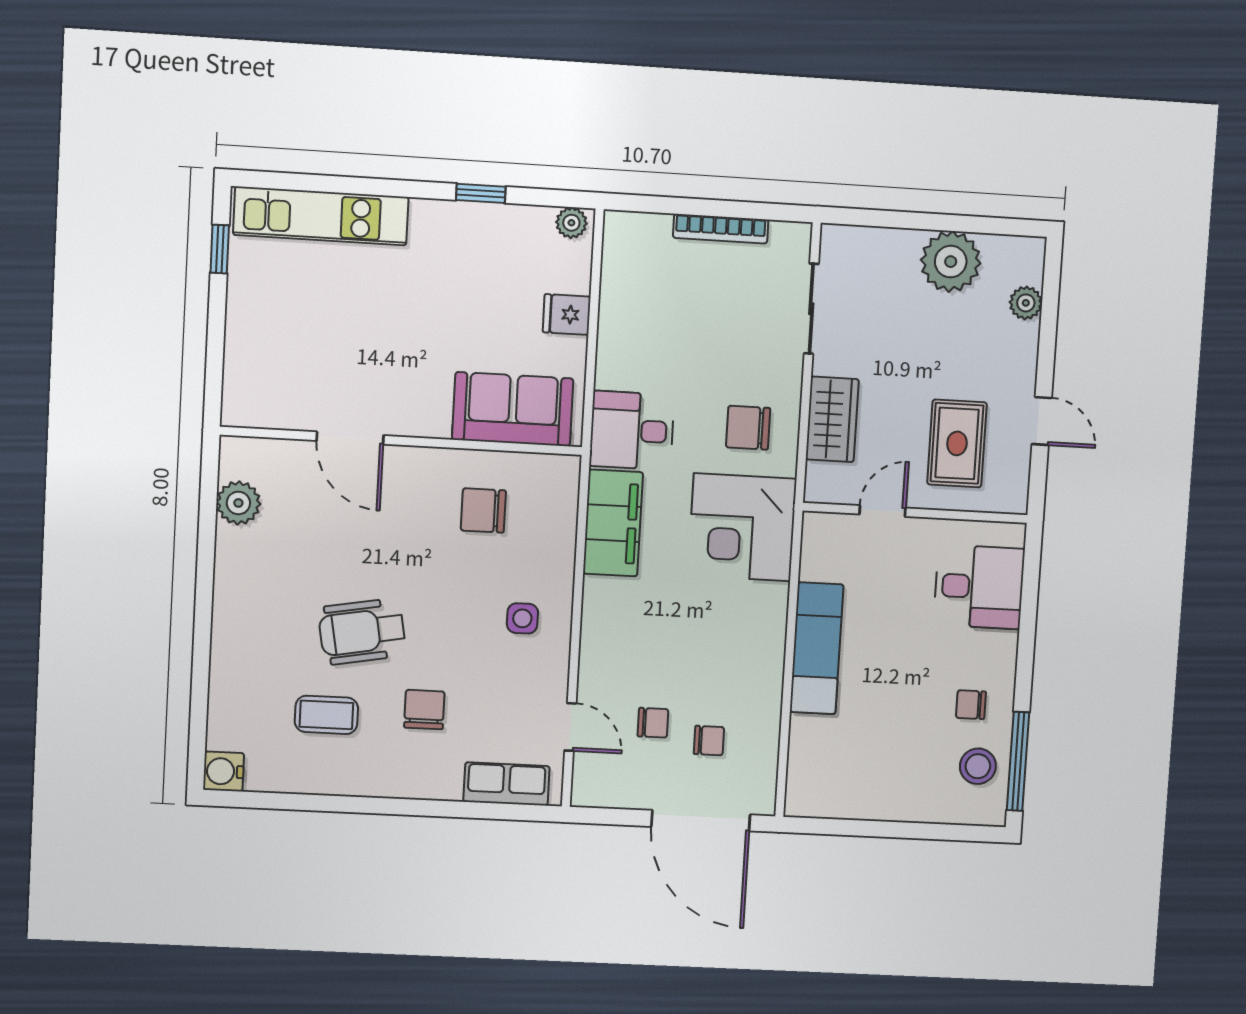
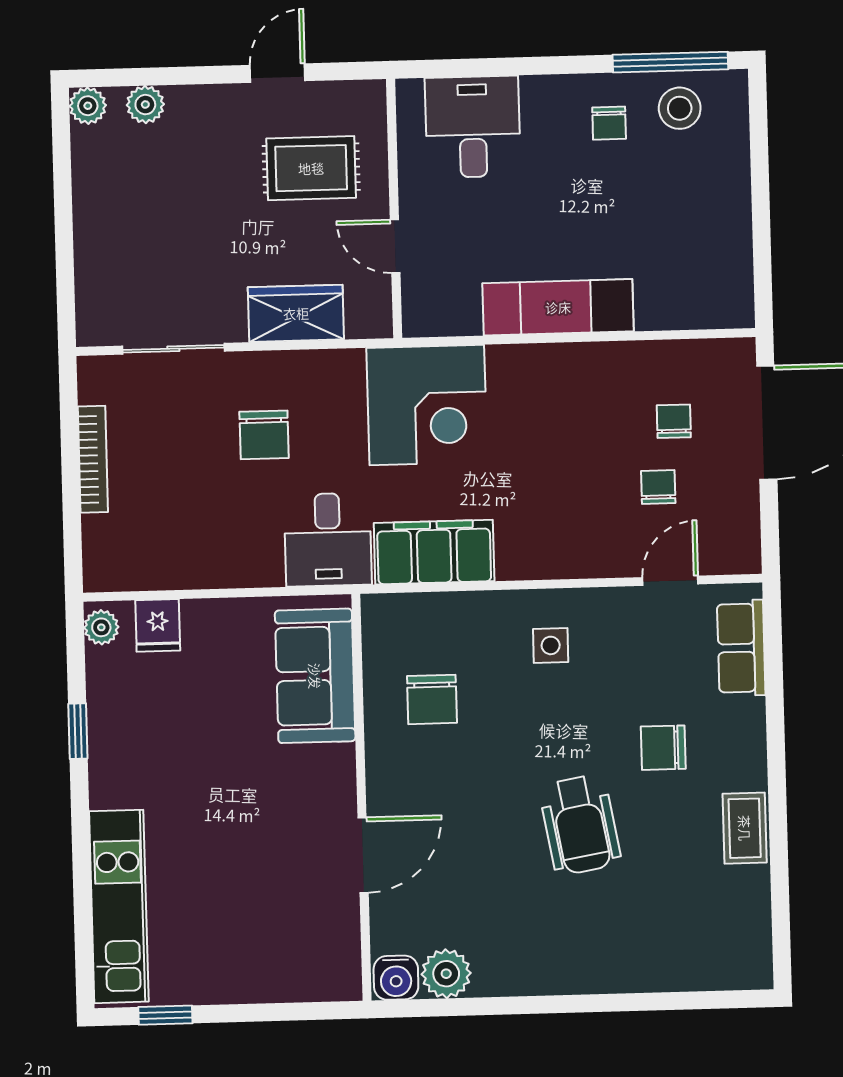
plant: (951, 262) -> (88, 106), moved, width x0.53, depth x0.53
fridge: (567, 314) -> (158, 625), moved
chair: (748, 428) -> (264, 435), moved
coffee table: (326, 715) -> (745, 828), moved
water cooler: (224, 771) -> (396, 978), moved

